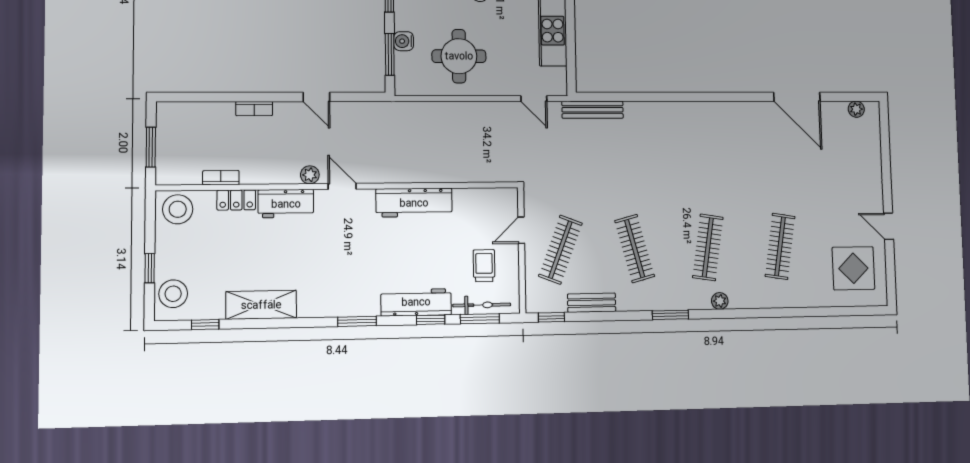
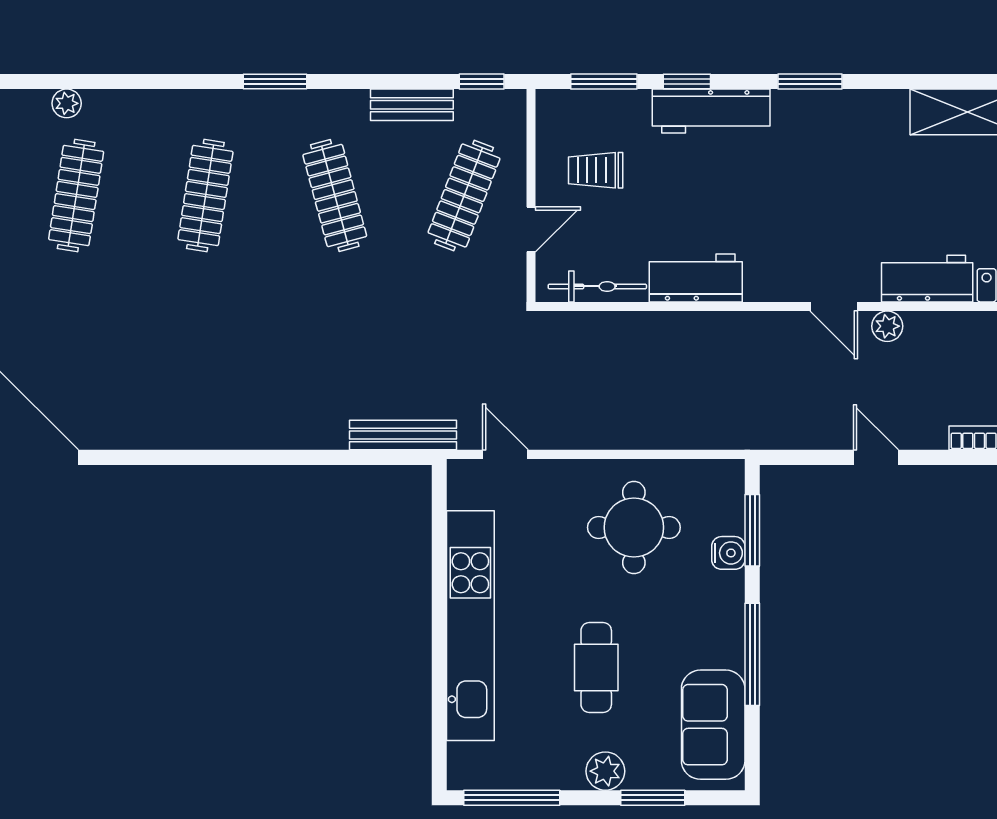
workbench: (414, 203) -> (696, 278), width x0.73
trolley: (484, 266) -> (596, 170), turned 90
plant: (720, 301) -> (67, 103), moved
bicycle: (482, 305) -> (597, 286), moved, turned 180

